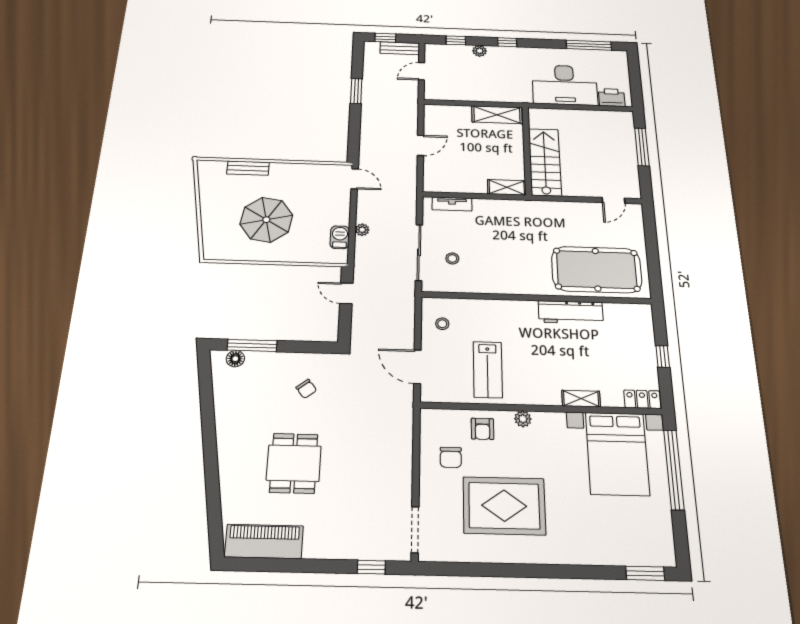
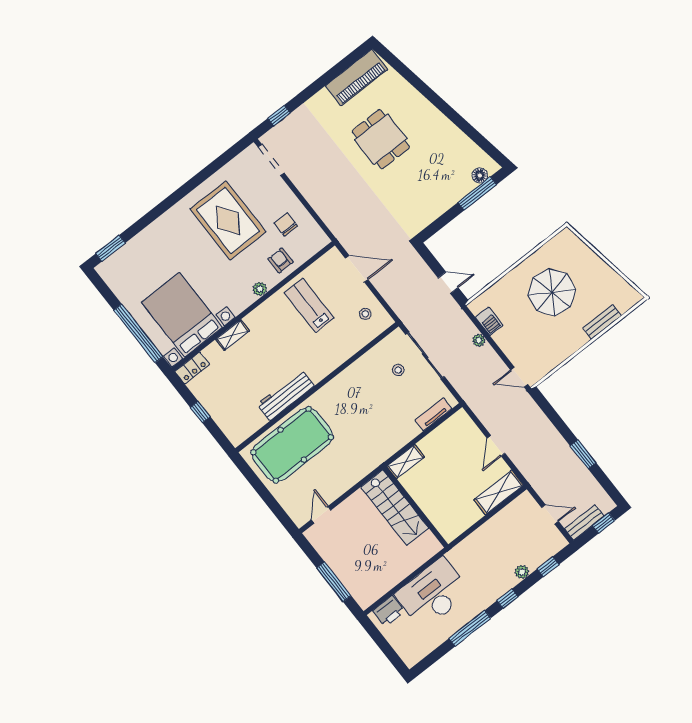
window: (589, 45) -> (470, 628), moved
door: (422, 71) -> (550, 514), hinge flipped
shelving: (497, 115) -> (499, 492), moved
chair: (306, 389) -> (416, 194), removed
rug: (504, 506) -> (228, 220), turned 90

